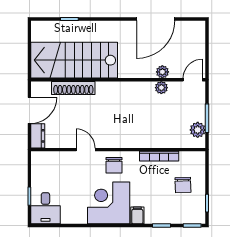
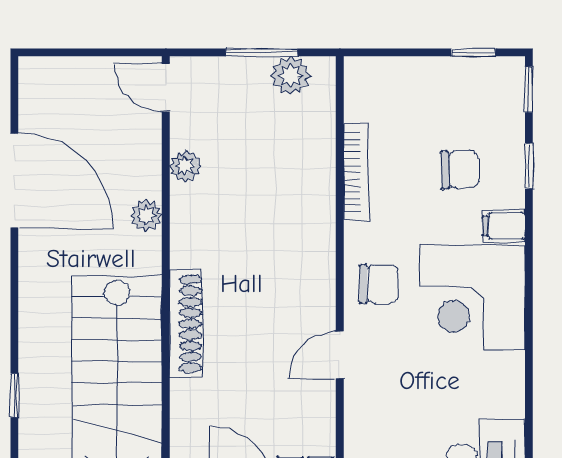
plant: (162, 72) -> (146, 215), moved
shoe rack: (73, 88) -> (186, 324), moved
chair: (183, 185) -> (460, 170), moved

